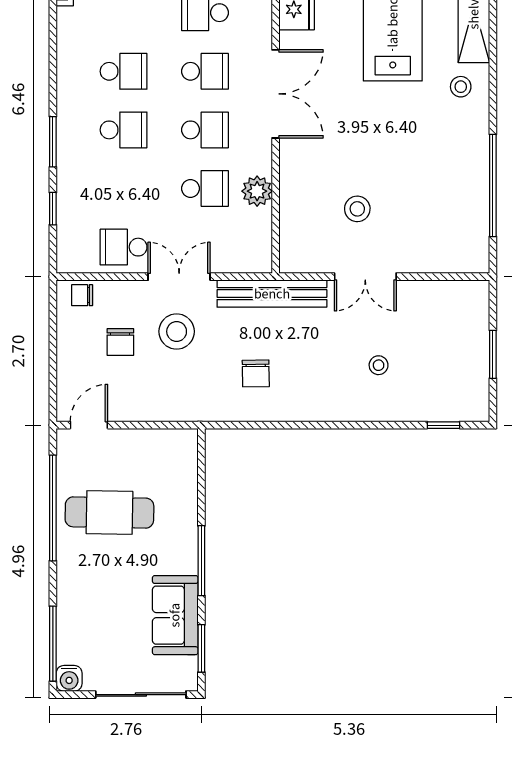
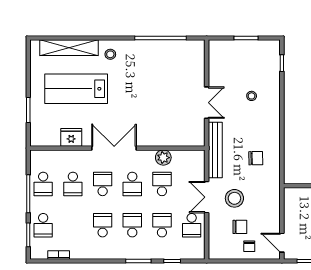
school desk: (205, 130) -> (132, 184), turned 180
school desk: (124, 188) -> (162, 225), added
stool: (357, 209) -> (172, 107), removed
chair: (82, 295) -> (249, 246), moved

